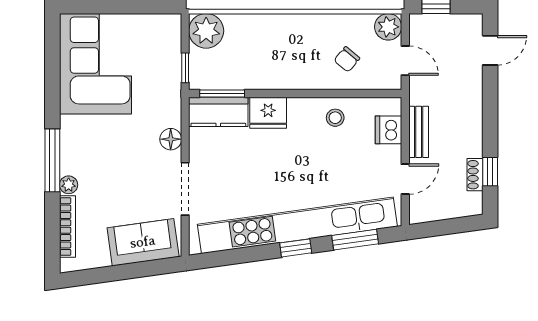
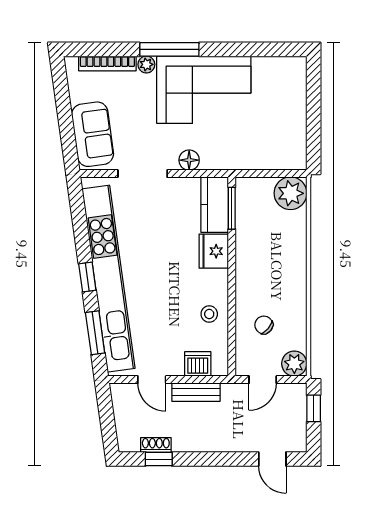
corner sofa: (95, 64) -> (204, 90), moved
window: (185, 68) -> (256, 174), removed

